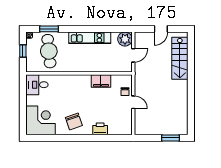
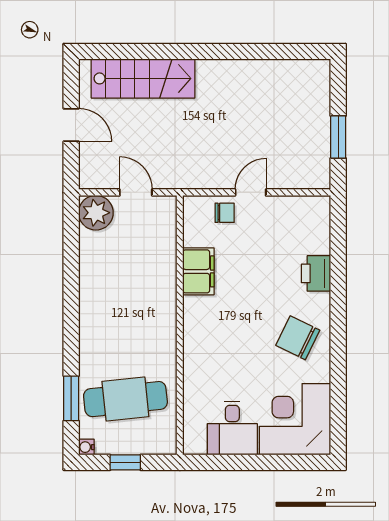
kitchen unit: (90, 38) -> (93, 299), removed
desk: (37, 85) -> (232, 428), moved
chair: (74, 122) -> (298, 338), turned -135
window: (170, 138) -> (338, 137), moved

